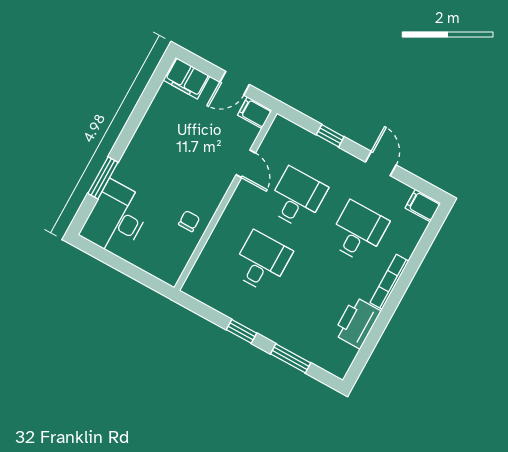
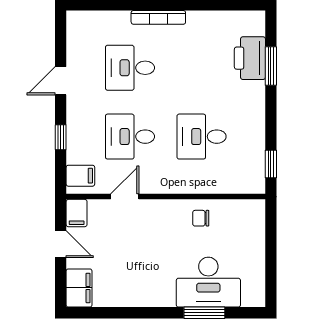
filing cabinet: (423, 205) -> (80, 176), moved, turned -90
desk: (116, 219) -> (208, 282), moved
printer: (357, 323) -> (250, 58), moved, turned 90
window: (242, 331) -> (271, 164), moved

